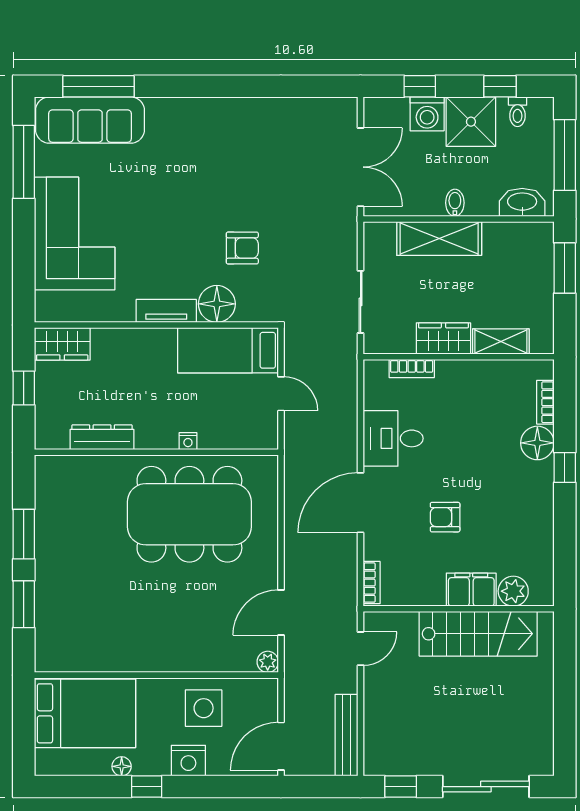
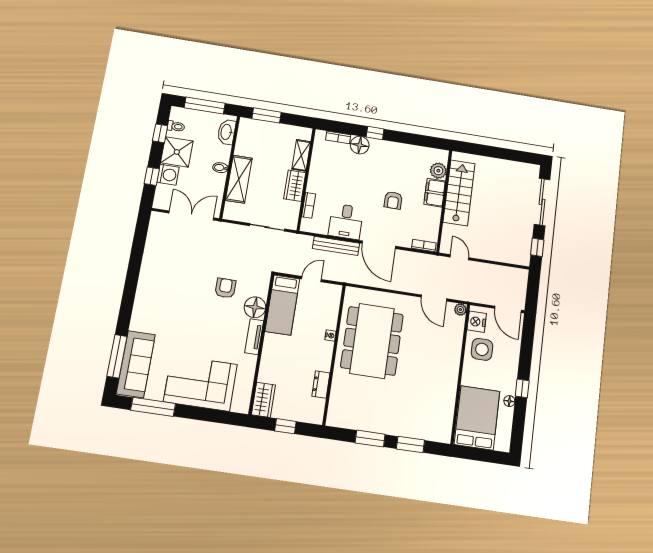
dresser: (102, 437) -> (321, 384), width x0.70
bench: (347, 735) -> (336, 246), moved
nightstand: (188, 761) -> (477, 322), moved, turned 180

